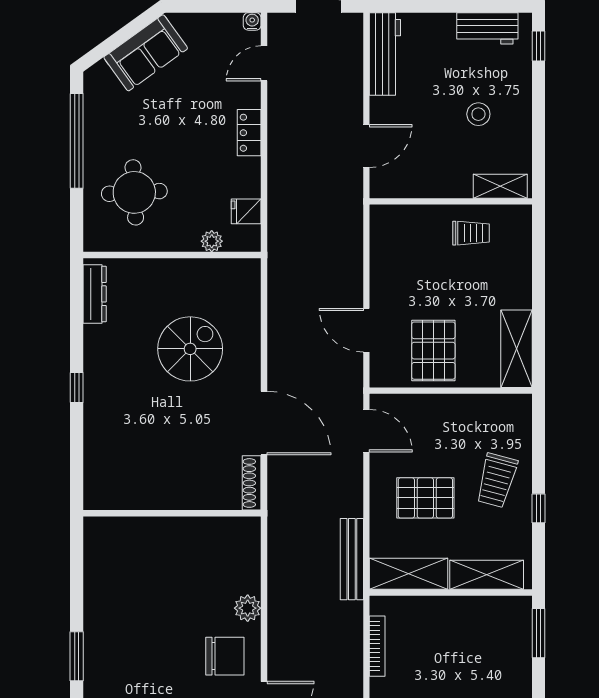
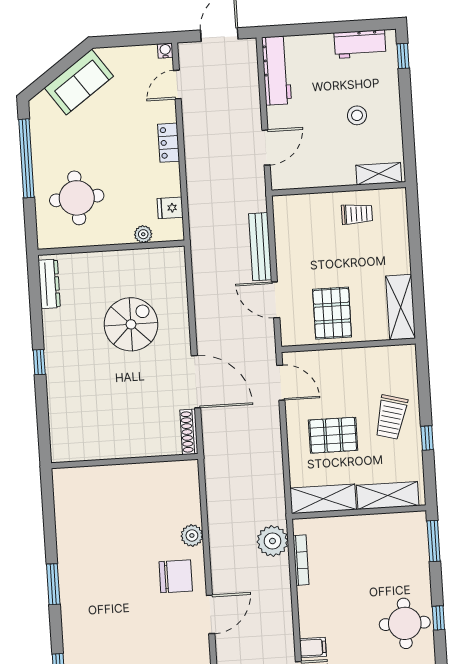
bench: (352, 559) -> (260, 247), moved
plant: (344, 621) -> (272, 541), added

